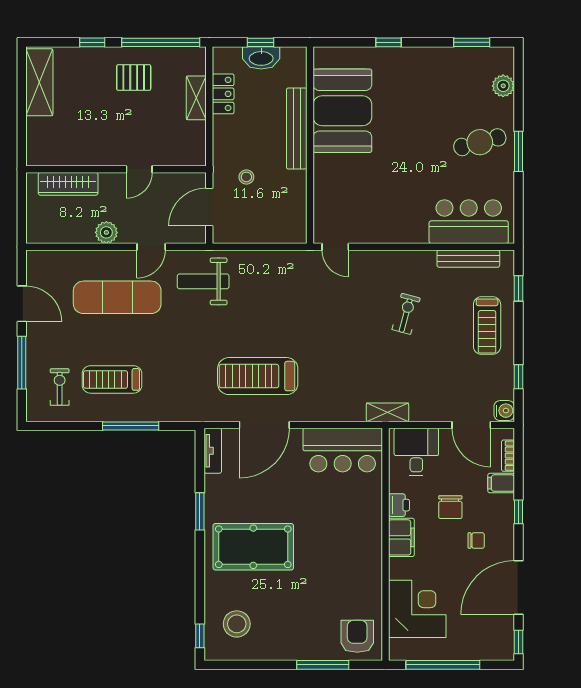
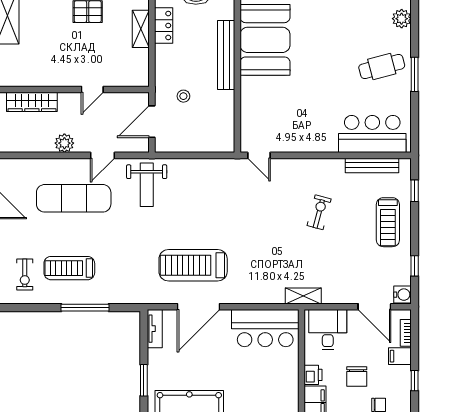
weight bench: (203, 281) -> (147, 185), turned -90
exercise bike: (60, 387) -> (25, 274), turned 180

